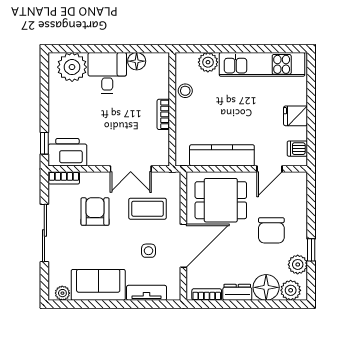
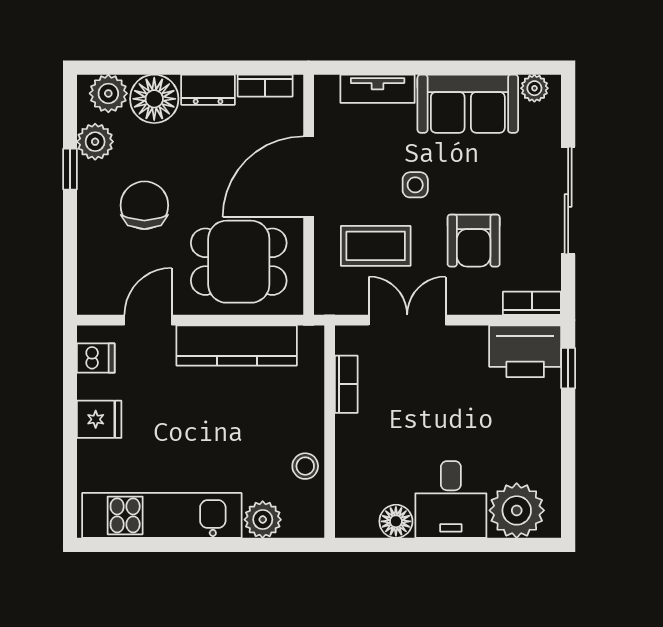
bookcase: (163, 114) -> (346, 384), moved
side table: (149, 251) -> (415, 185), moved

